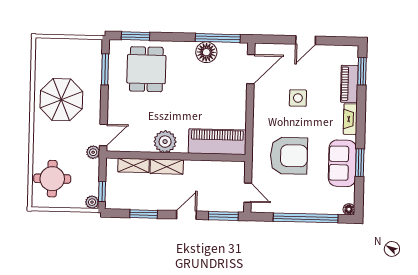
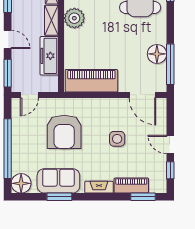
window: (334, 41) -> (170, 170), added
piano: (217, 142) -> (91, 81), moved, turned -90
freezer: (205, 170) -> (49, 56), added
floor lamp: (349, 209) -> (21, 183), width x1.89, depth x1.89

